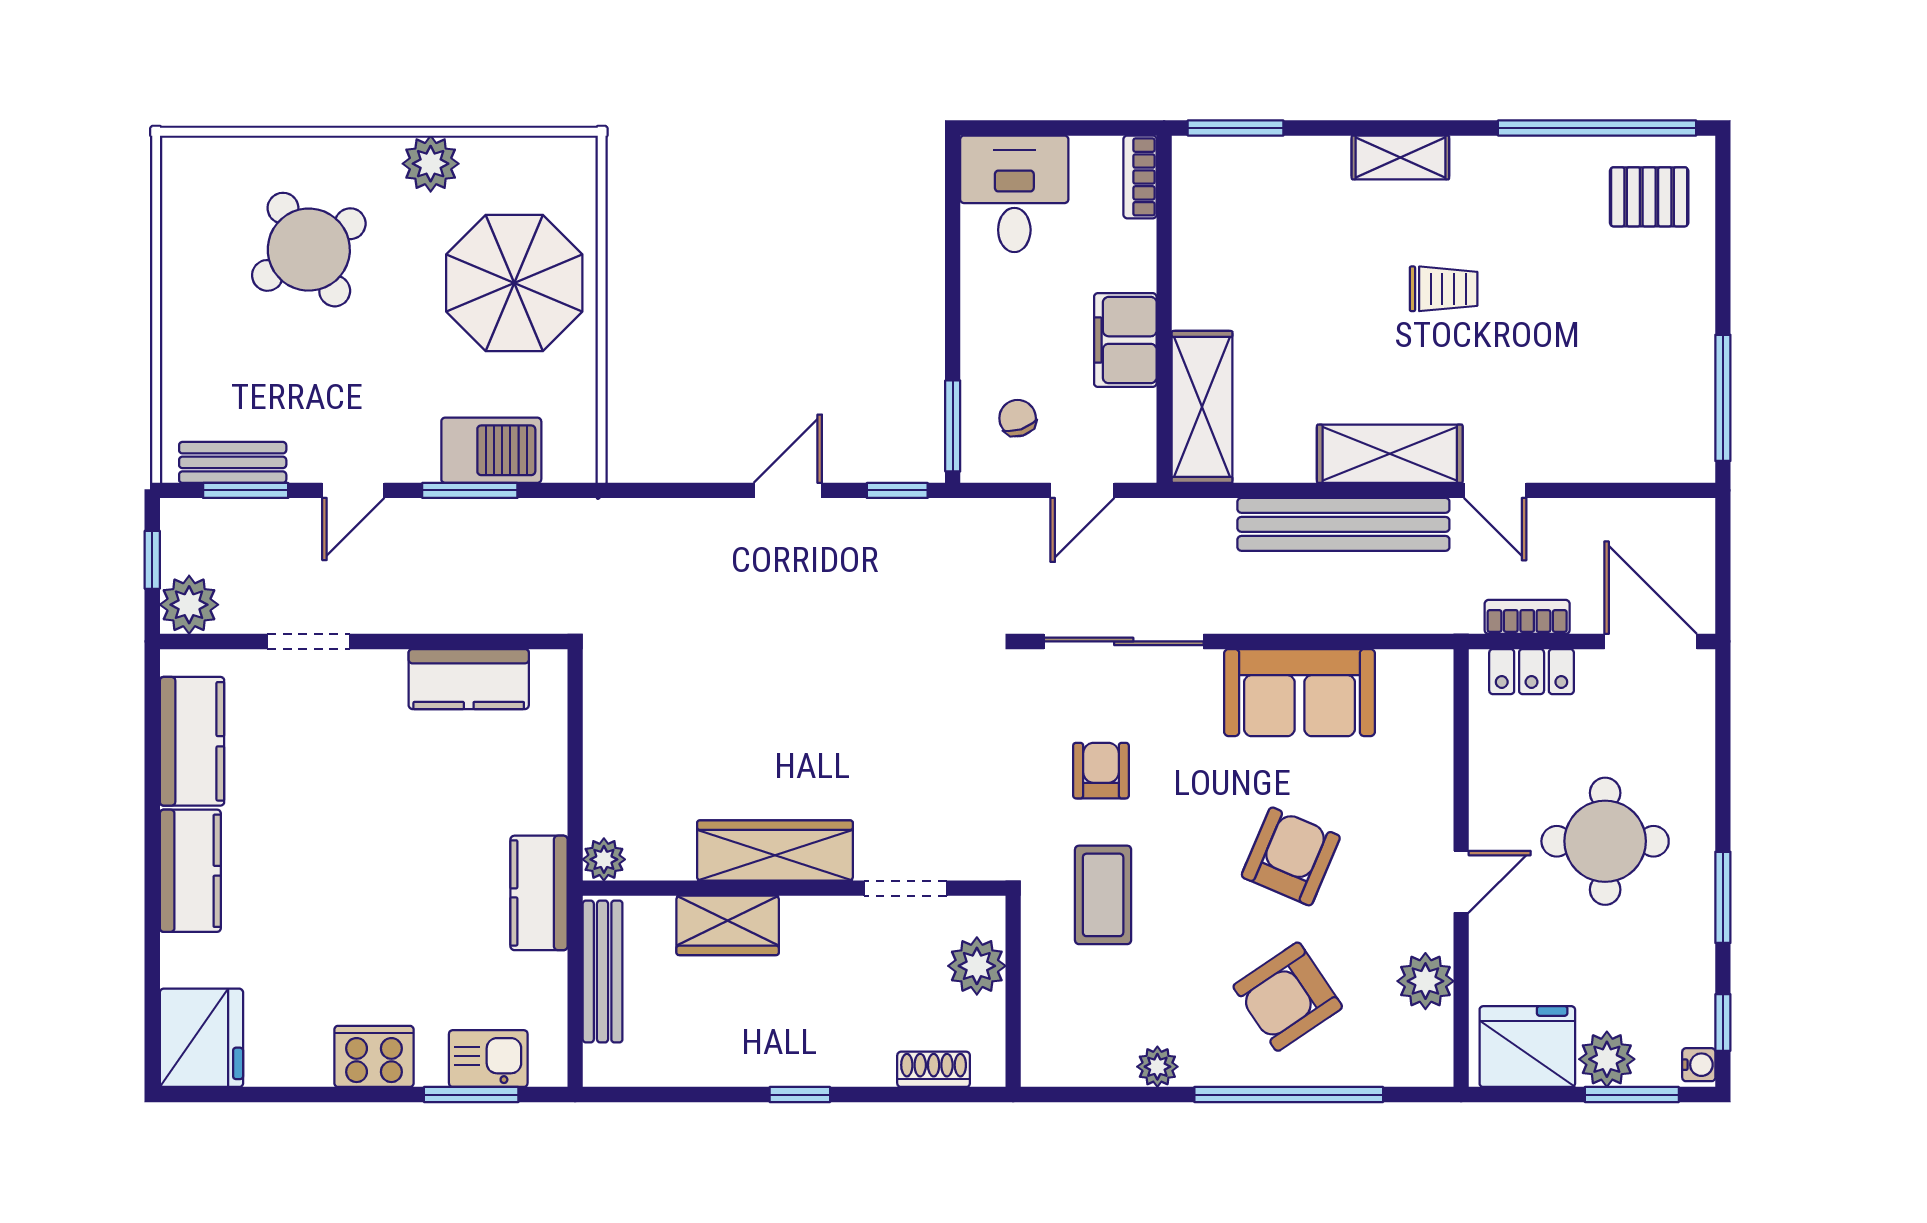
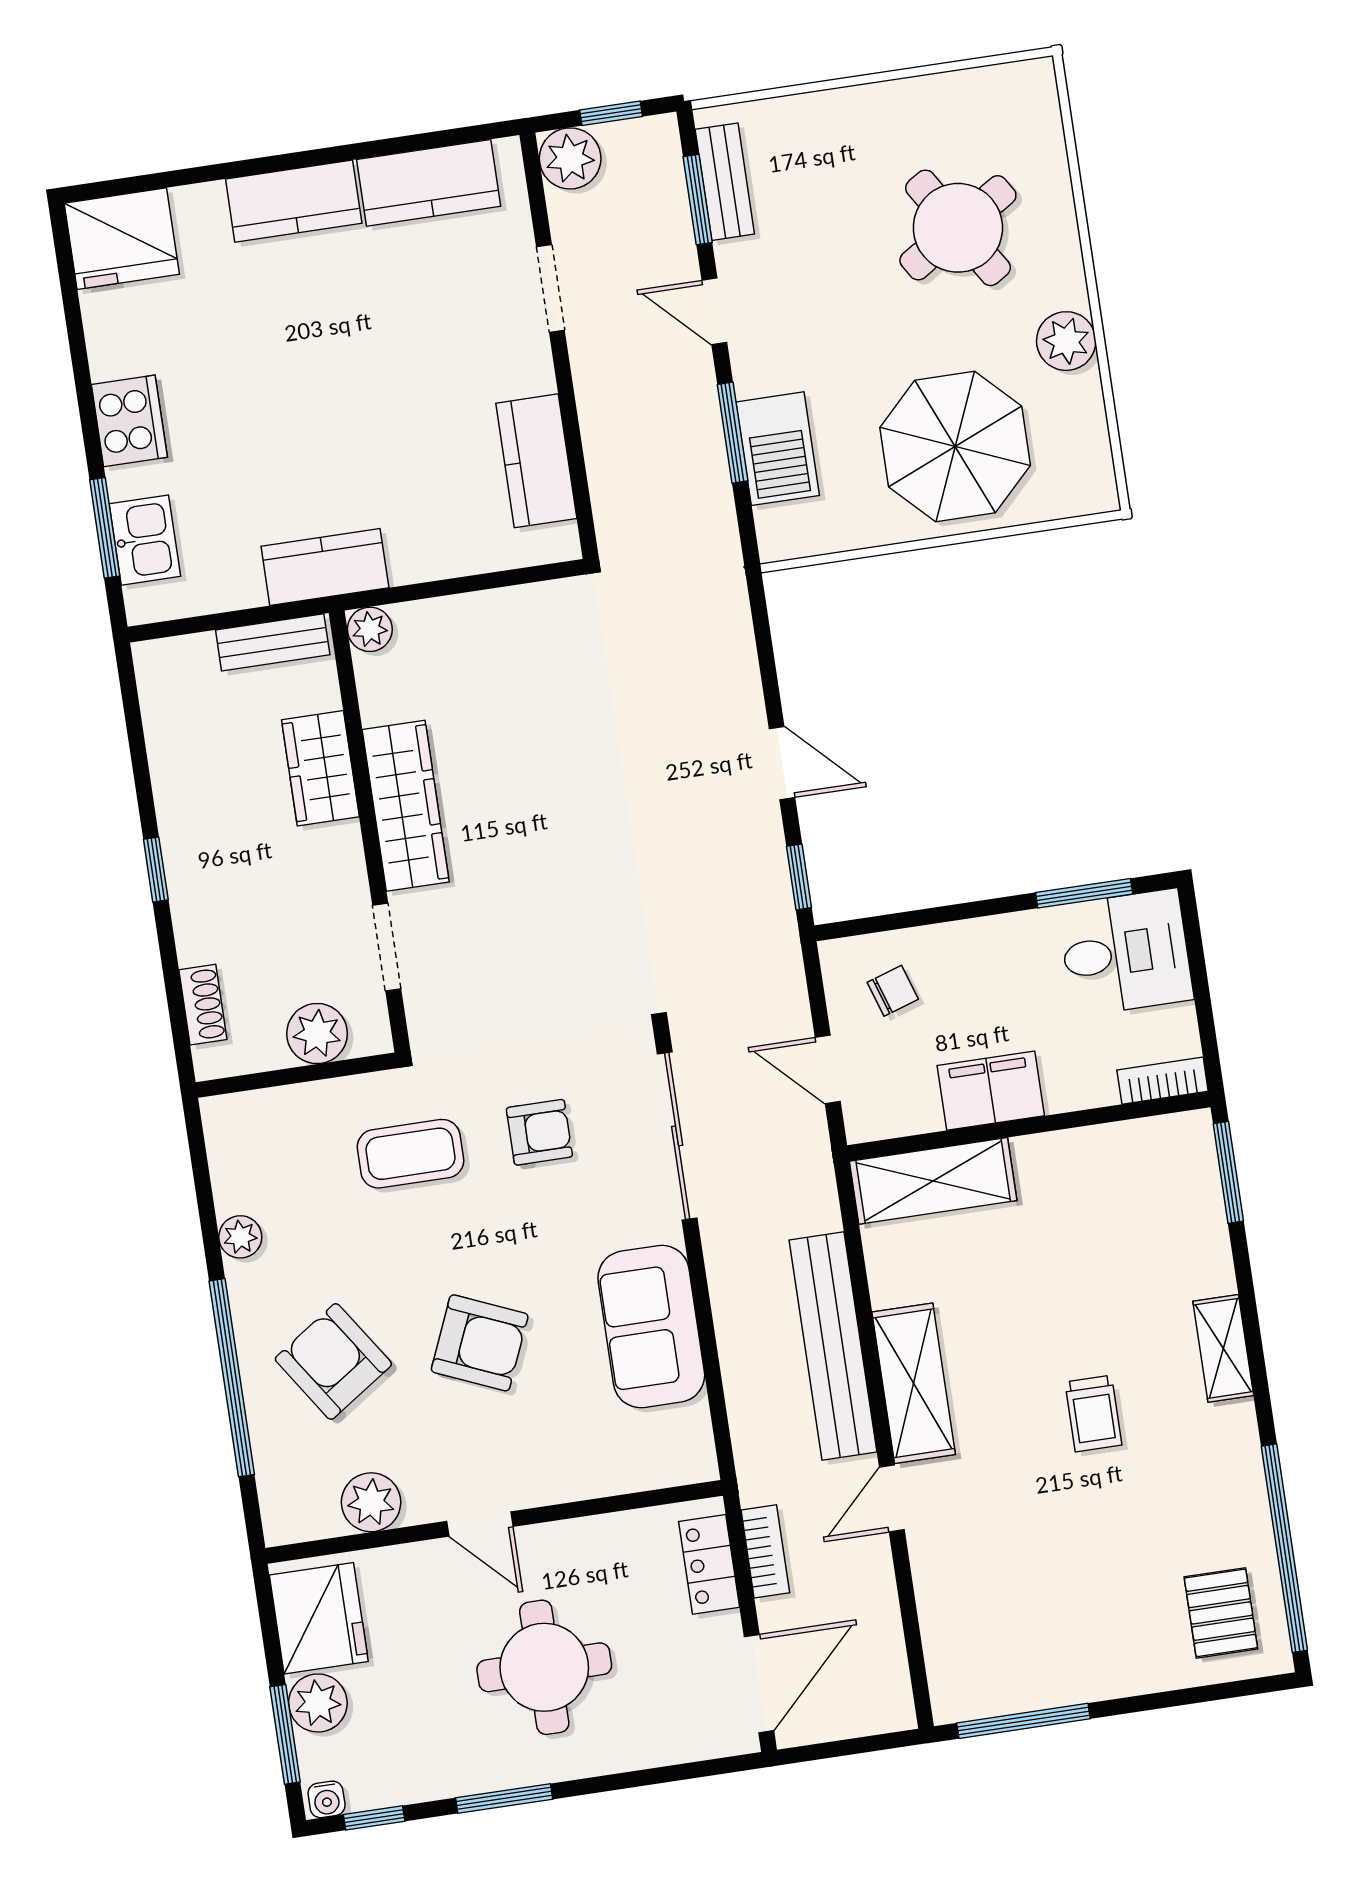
window: (953, 426) -> (1084, 893), moved
bench: (603, 971) -> (273, 642), width x0.73

